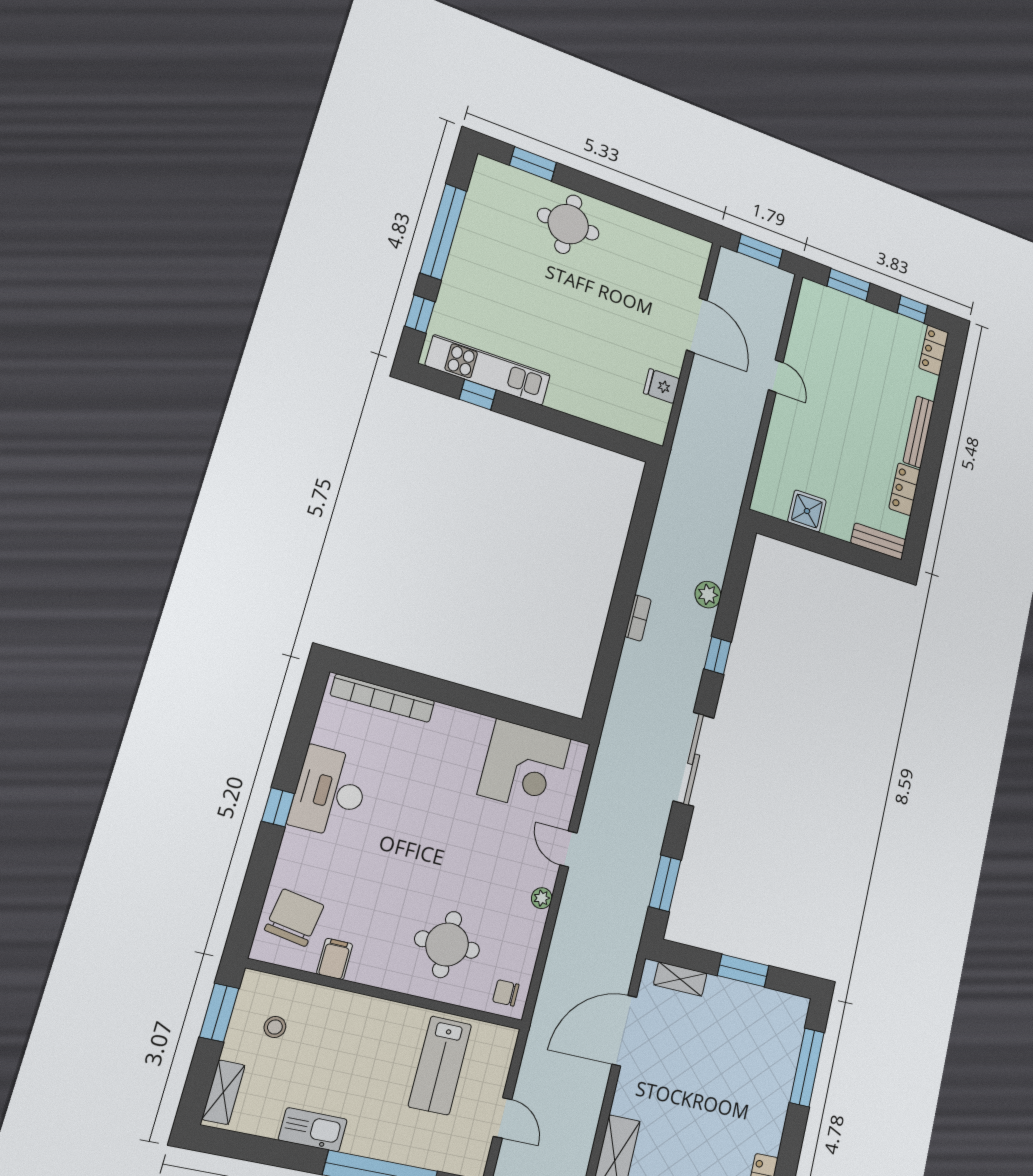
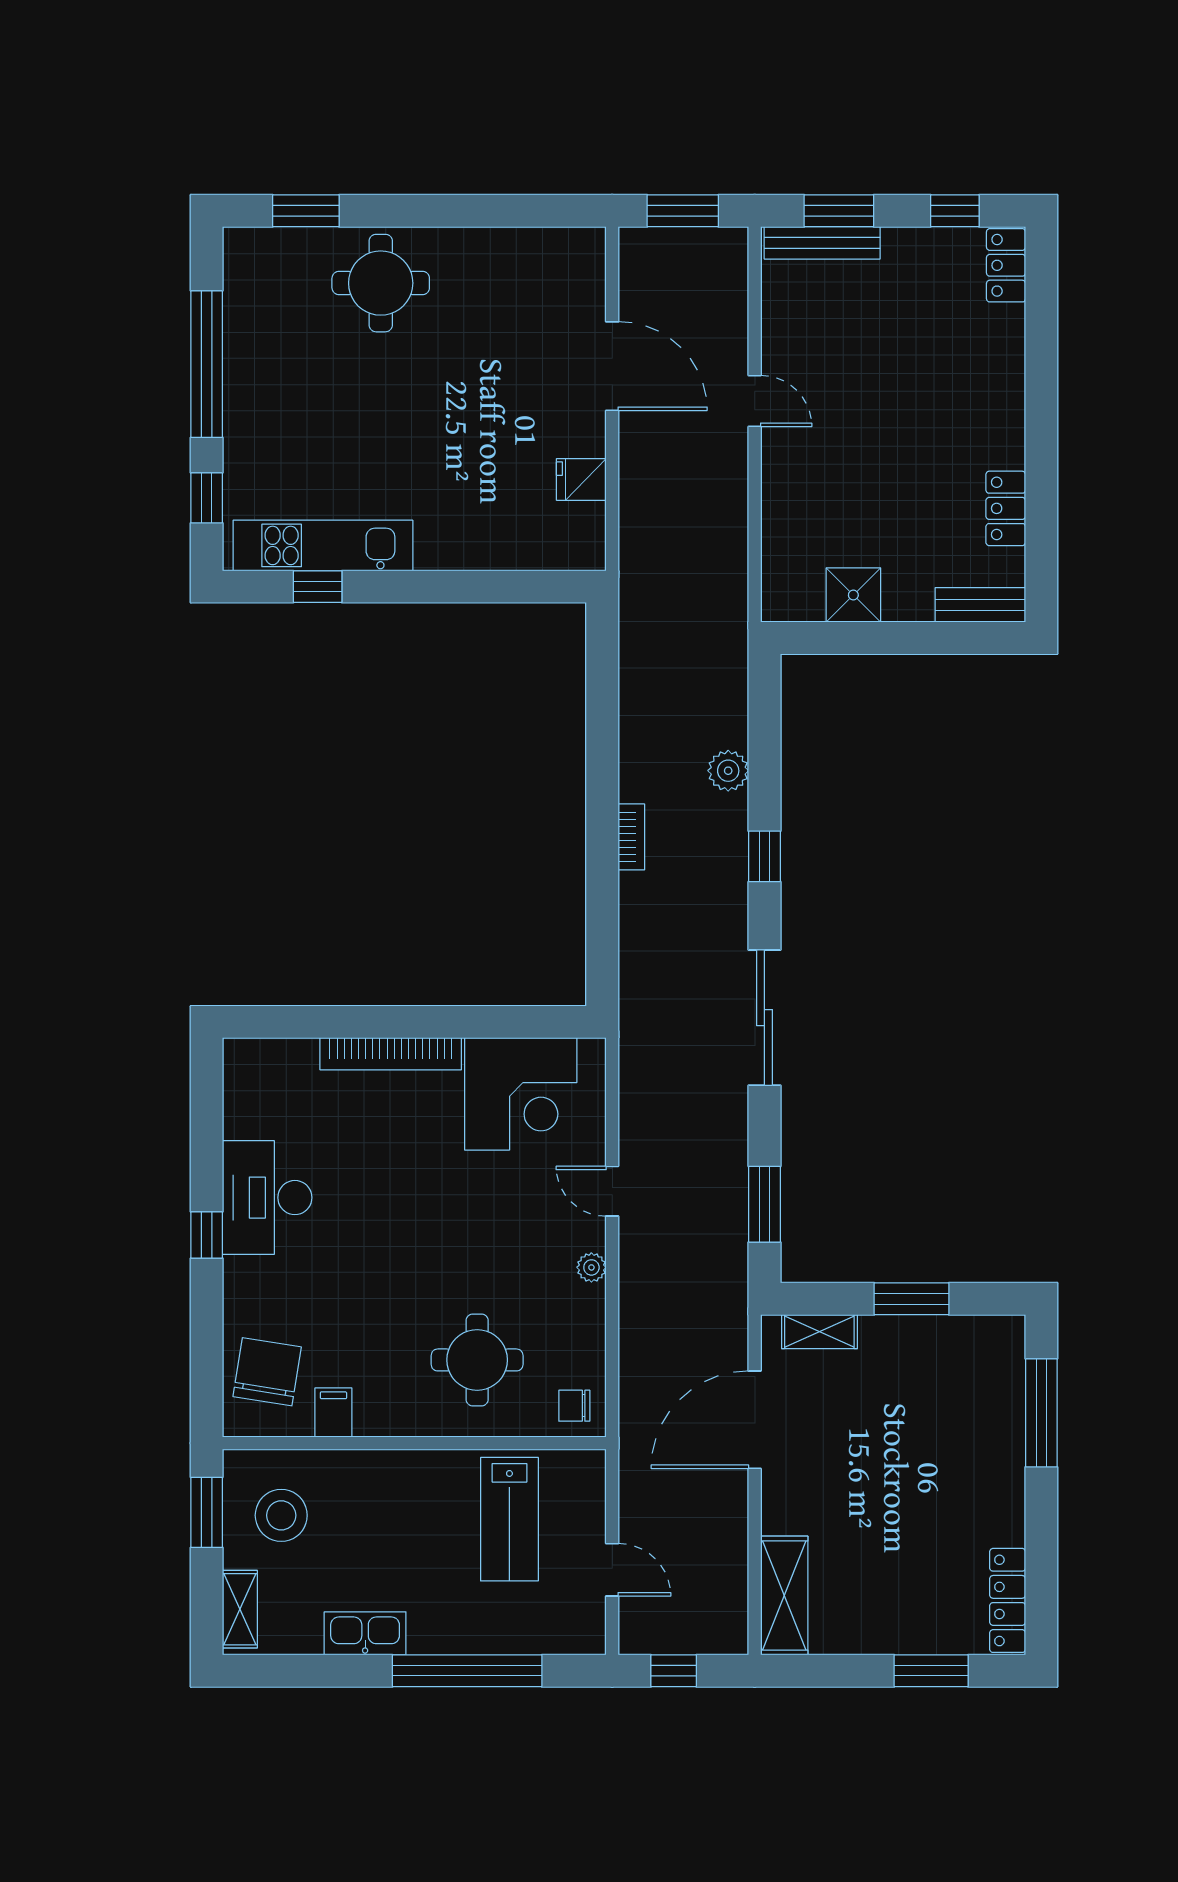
bench: (919, 432) -> (822, 243), moved, turned 90
bookcase: (383, 698) -> (391, 1054), moved
stool: (275, 1027) -> (281, 1515), width x1.89, depth x1.89

